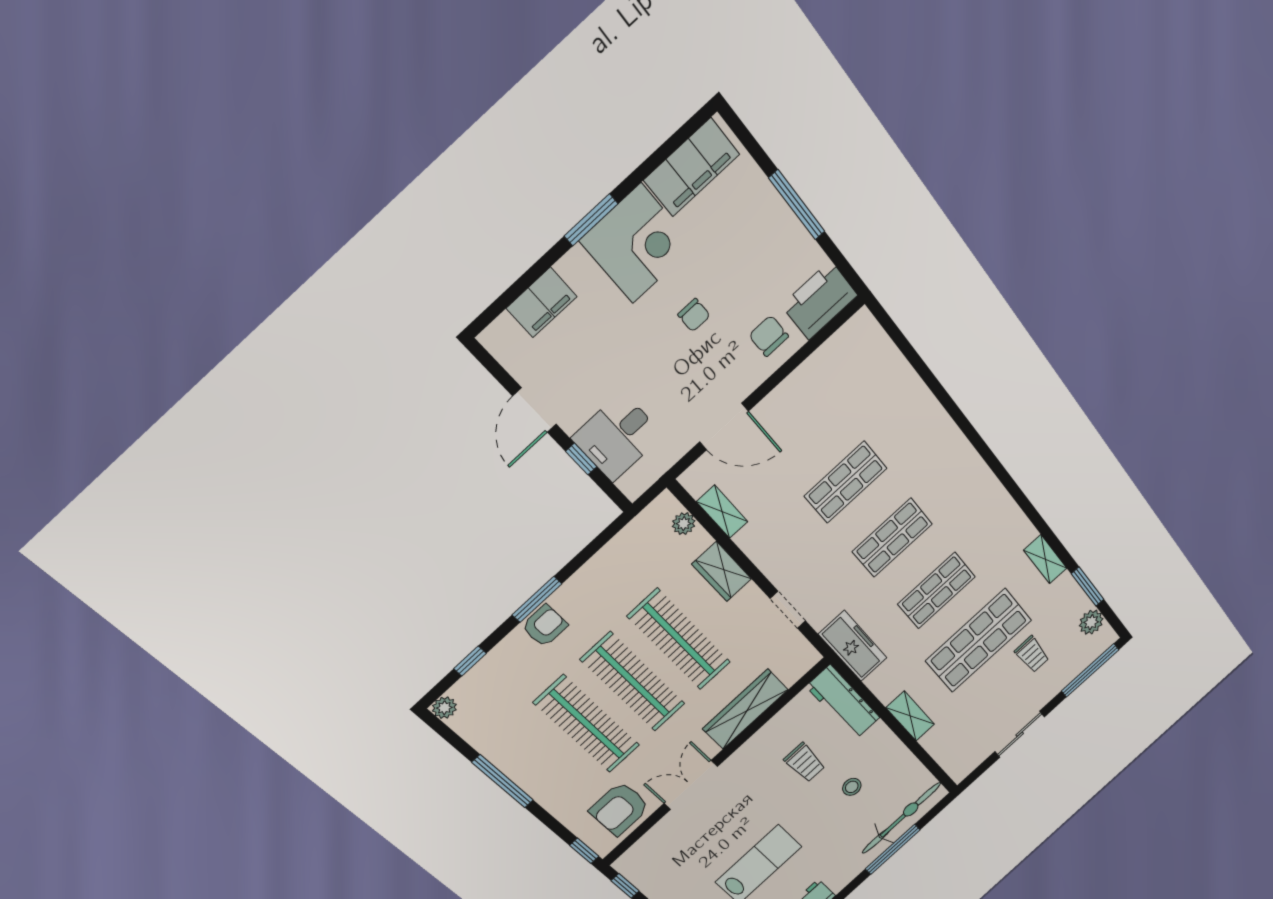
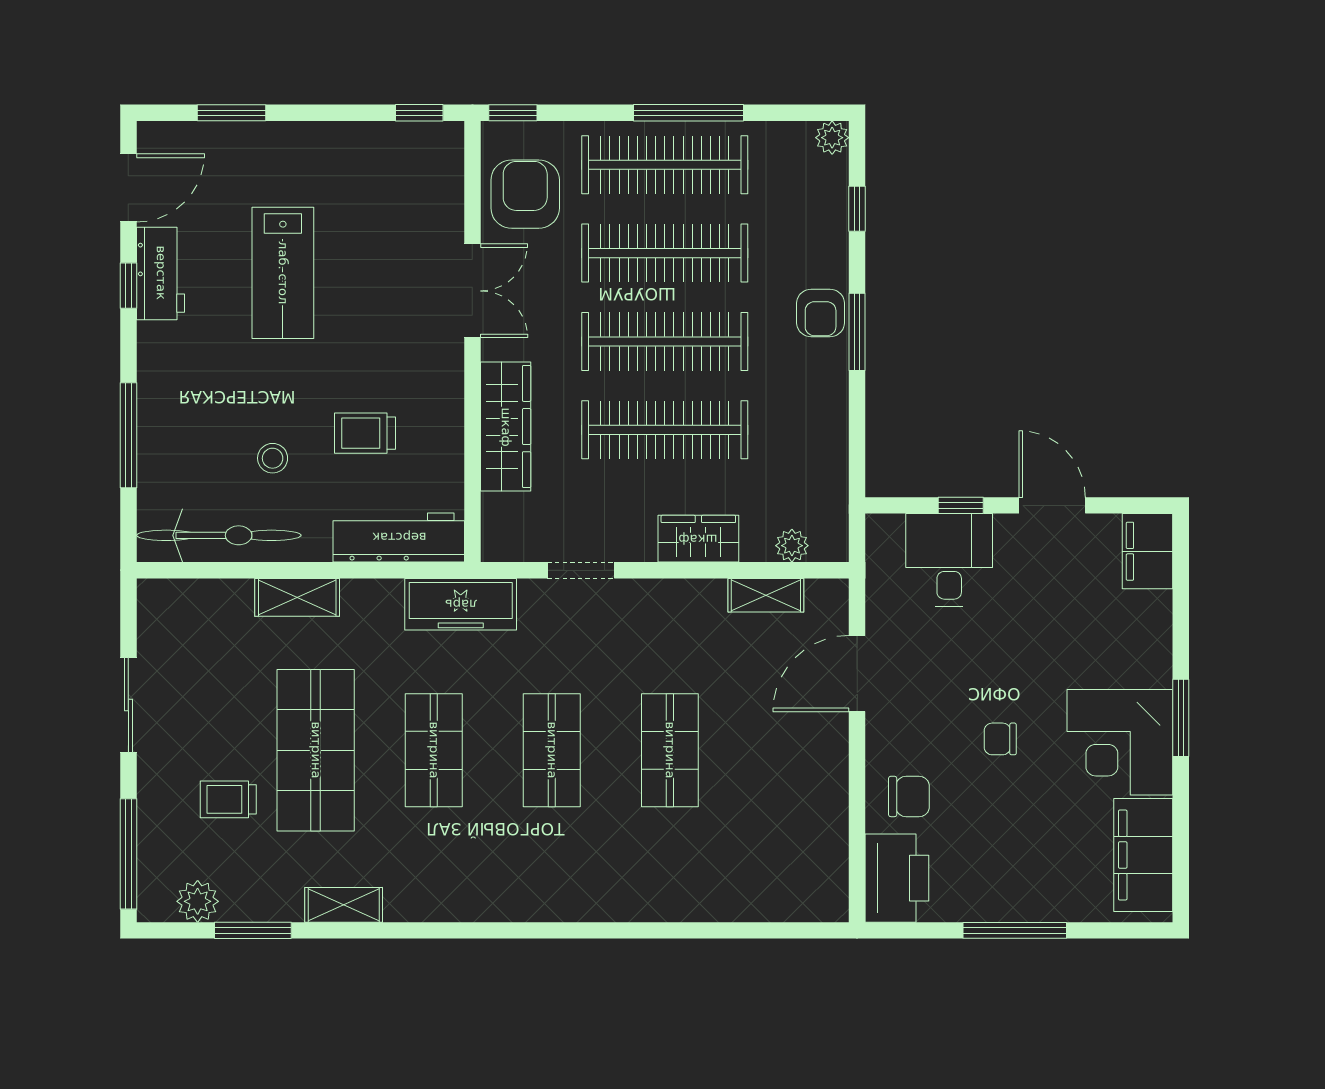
filing cabinet: (542, 302) -> (1148, 551), moved
clothes rail: (541, 766) -> (665, 165), added
bicycle: (901, 818) -> (219, 535), moved, turned -90

